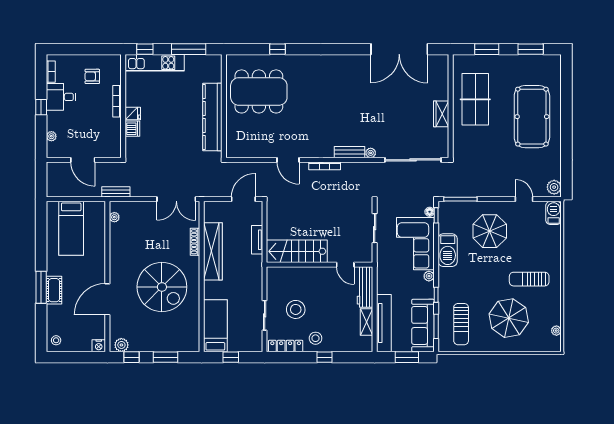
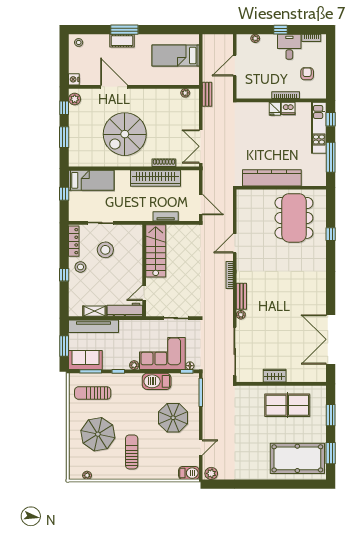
pool table: (532, 117) -> (297, 458), moved
dishwasher: (132, 129) -> (288, 108), moved
sofa: (423, 325) -> (85, 360), width x0.73

